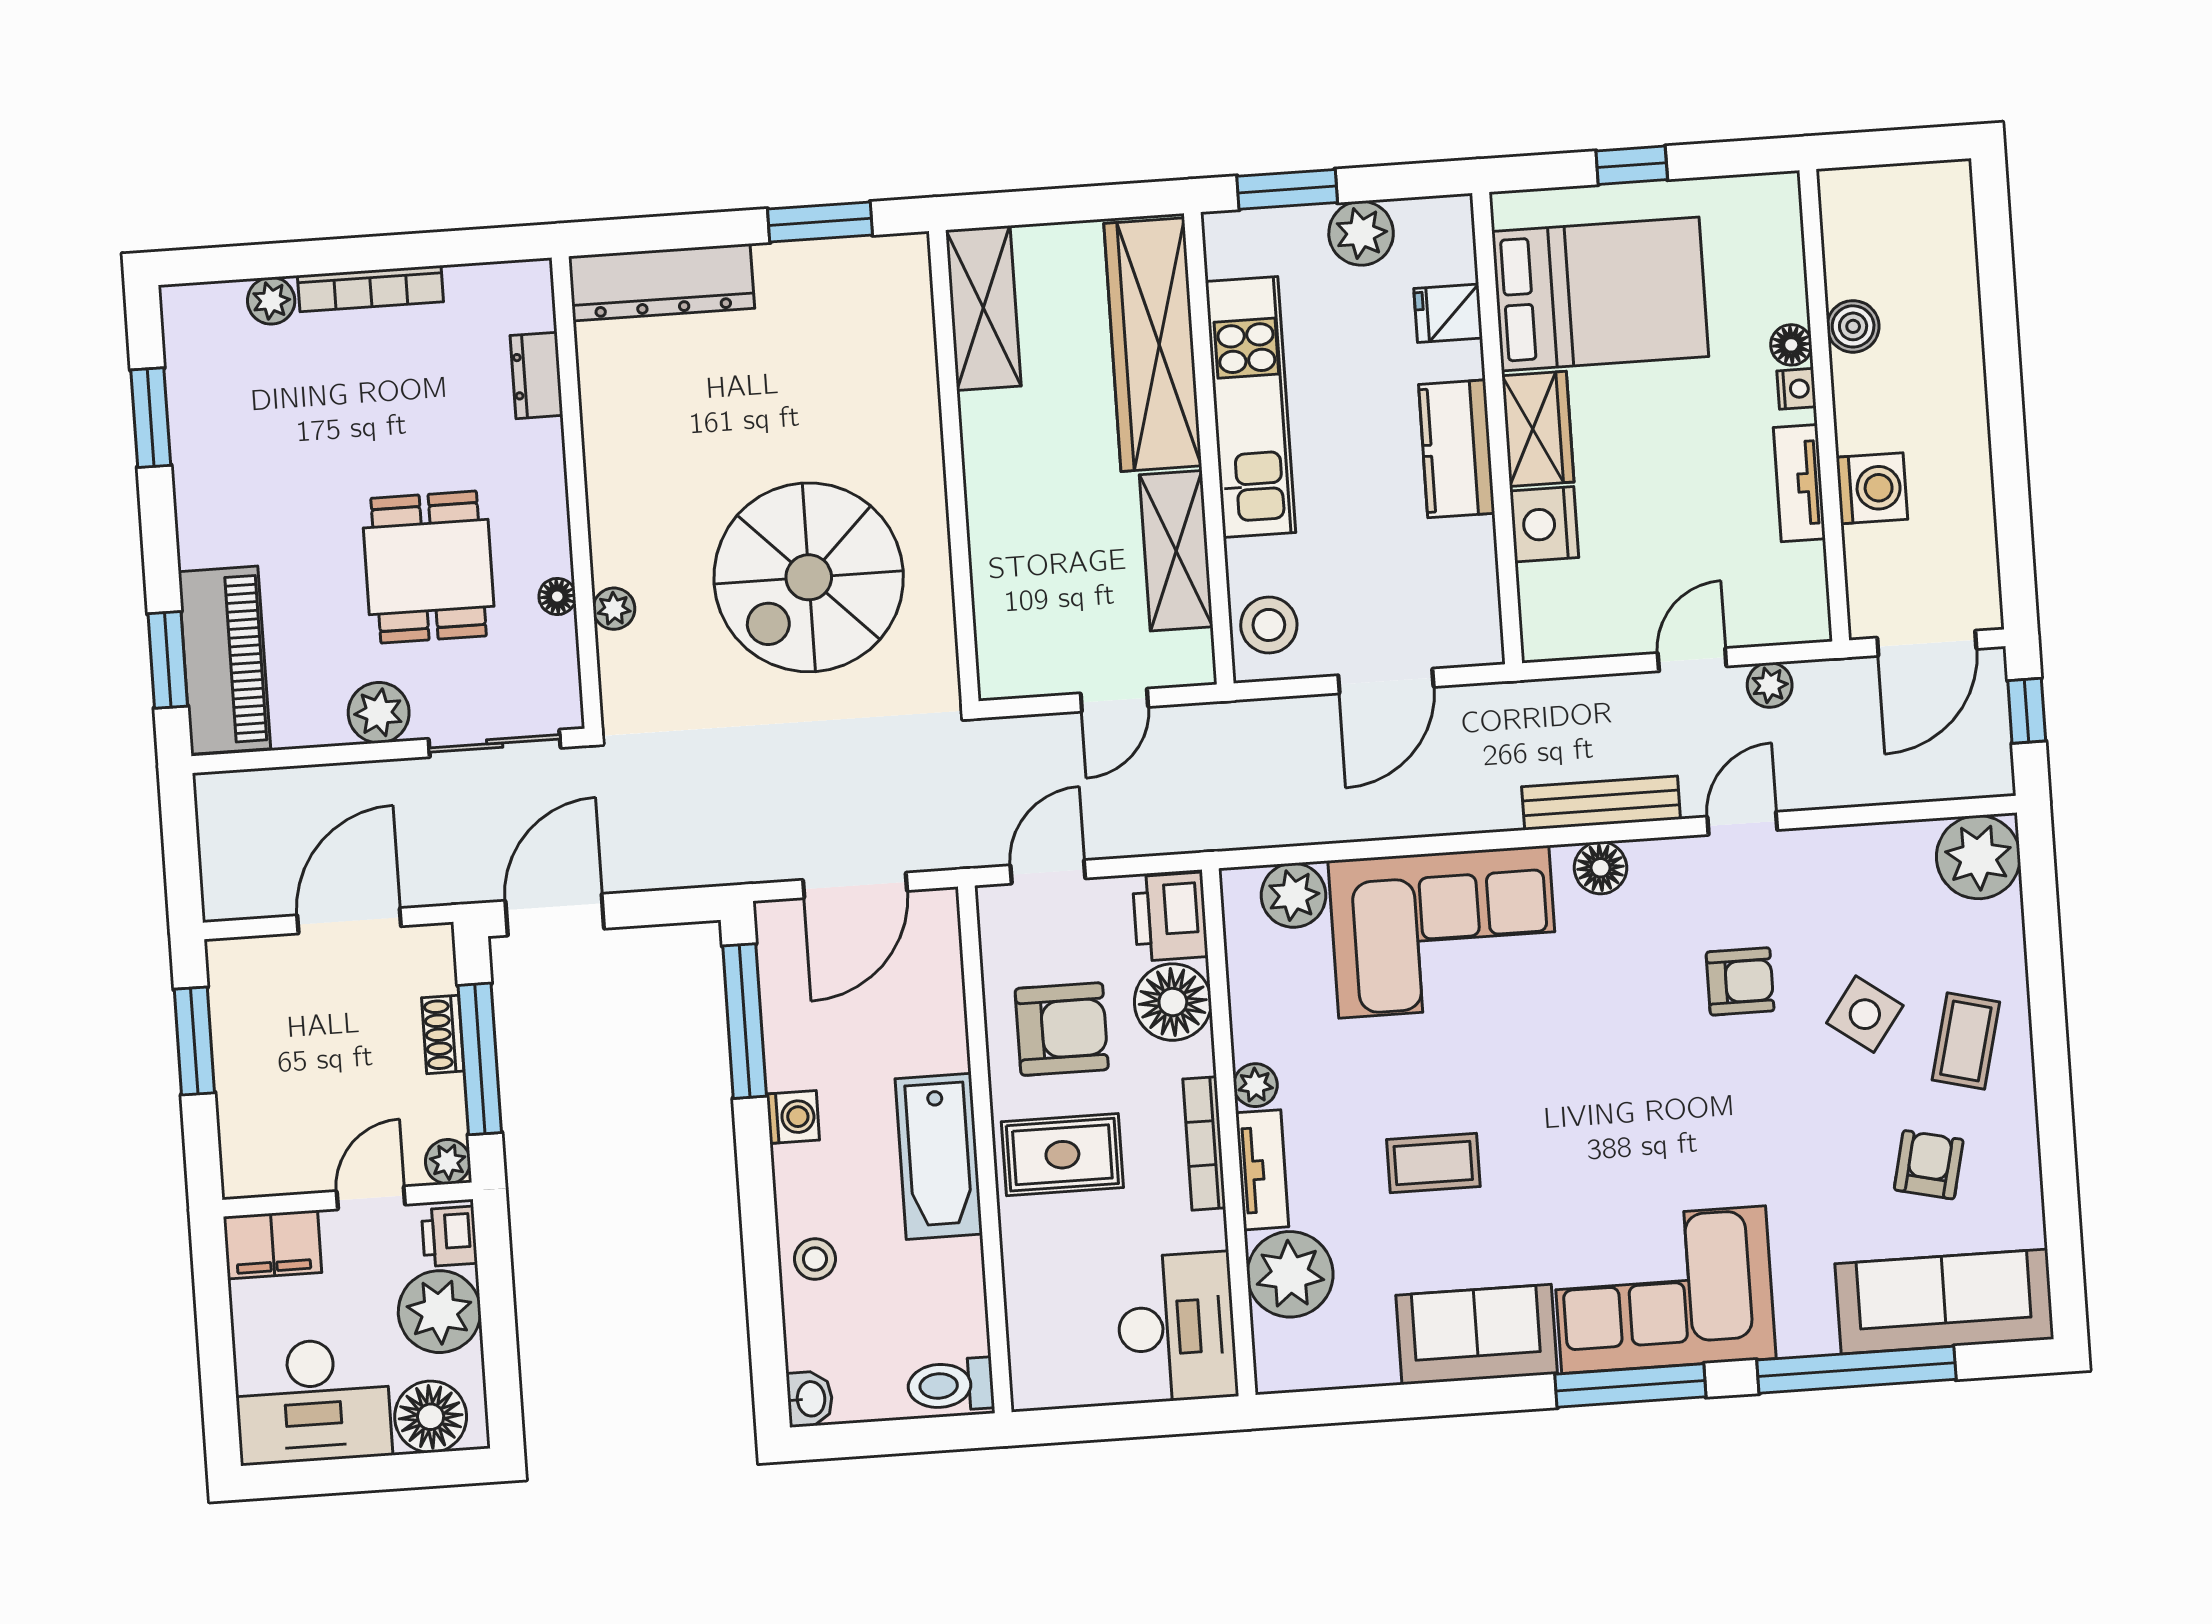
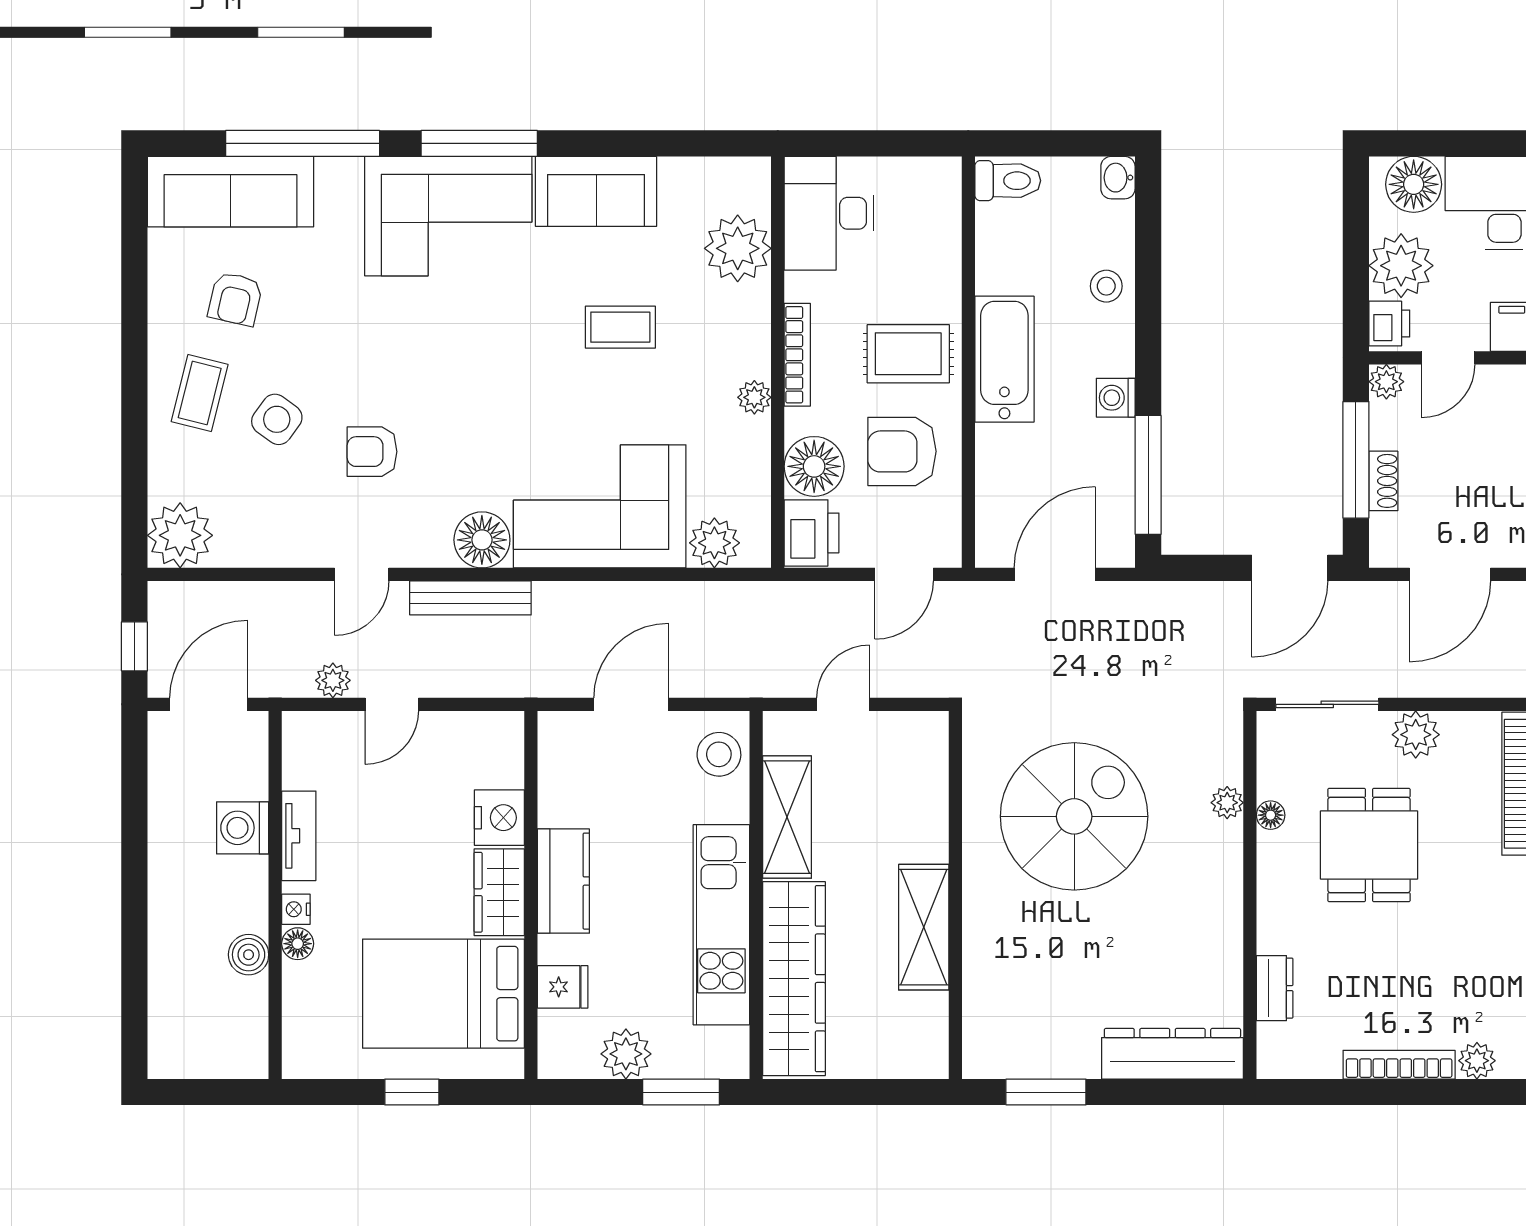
shelving: (983, 308) -> (924, 927), moved
floor lamp: (1600, 868) -> (482, 540), width x1.38, depth x1.38
tv unit: (1262, 1170) -> (754, 331), removed

